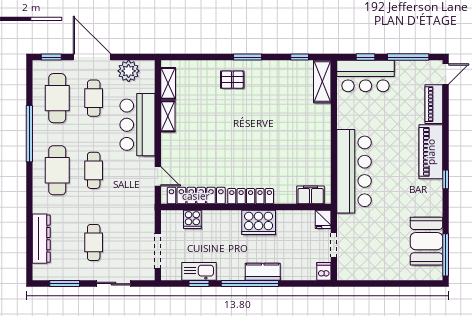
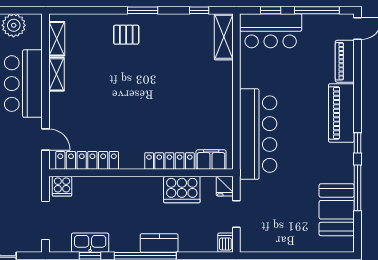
locker: (251, 196) -> (169, 161), moved
cooker: (192, 219) -> (62, 186), moved
cooker: (259, 222) -> (182, 189), moved
window: (446, 255) -> (357, 188), moved

